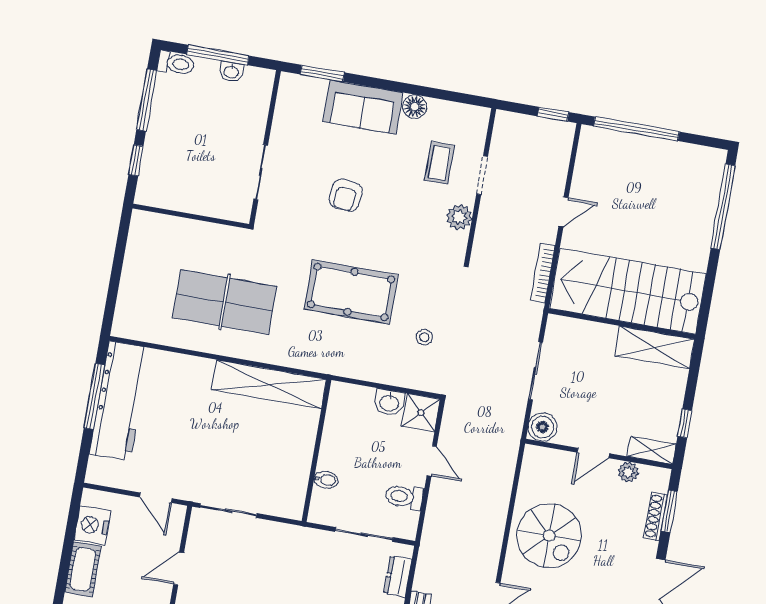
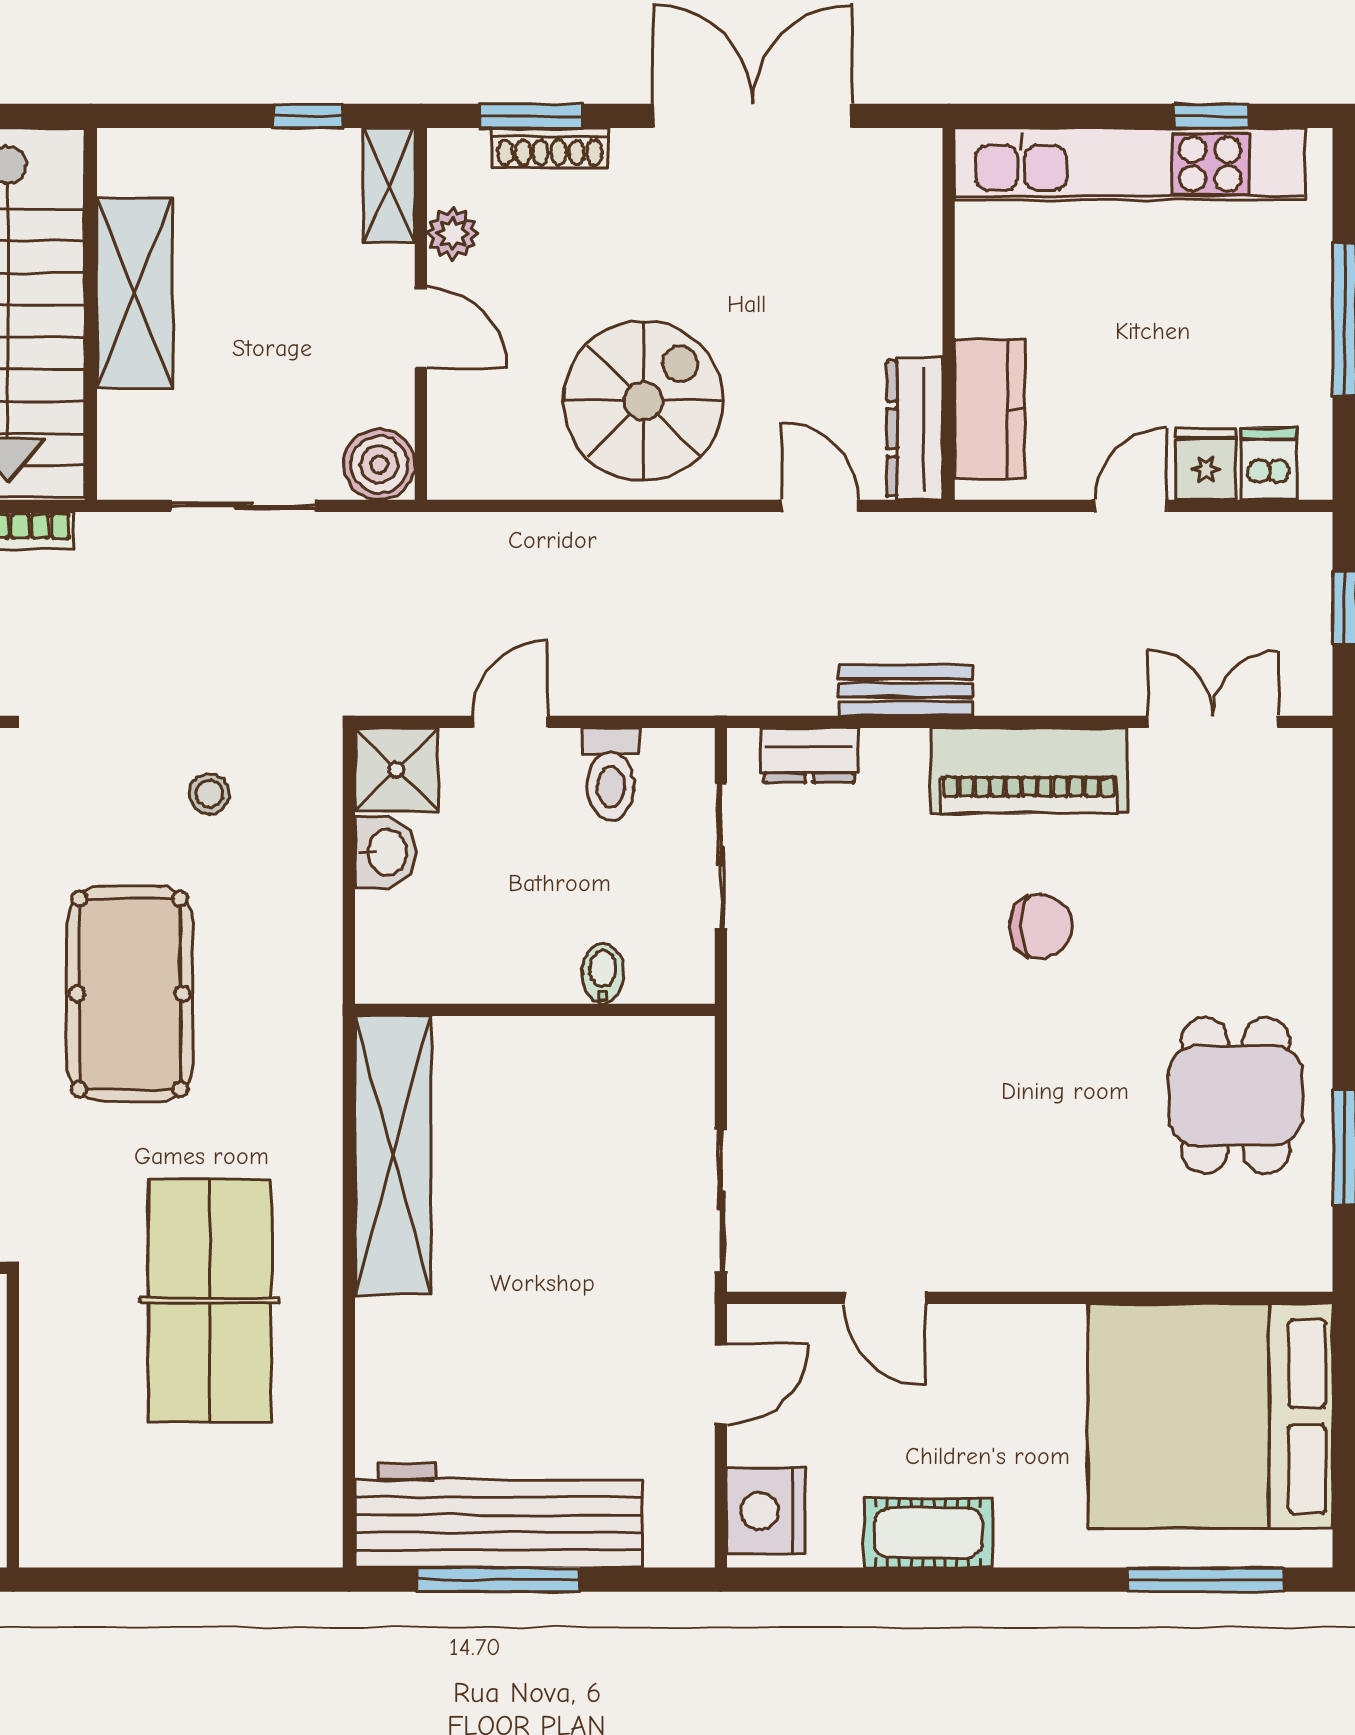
shelving: (655, 347) -> (135, 293), moved
nightstand: (92, 525) -> (766, 1511), moved, turned 90

